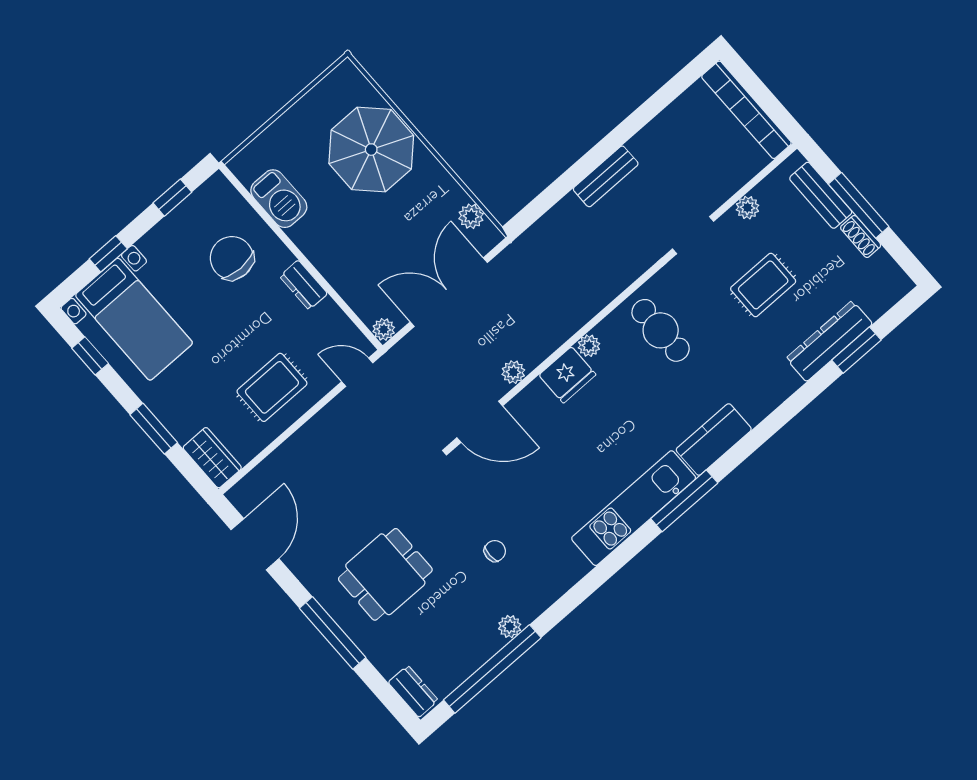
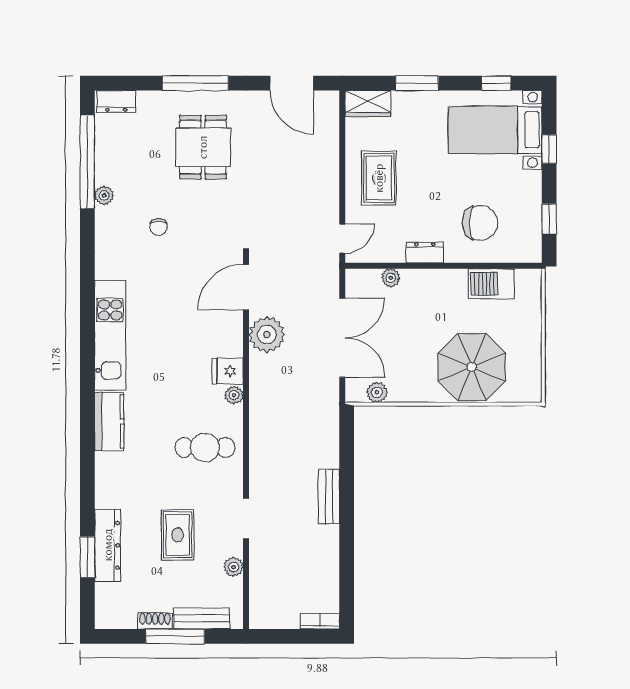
bookcase: (746, 110) -> (320, 621), width x0.43, depth x0.76
plant: (384, 329) -> (391, 278), moved
plant: (513, 372) -> (267, 335), width x1.88, depth x1.88
fridge: (567, 375) -> (228, 371), width x0.72
window: (684, 501) -> (87, 370), removed

